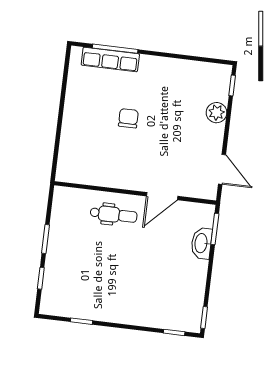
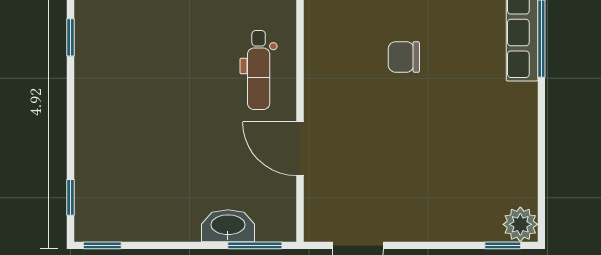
plant: (216, 113) -> (520, 224), moved
chair: (128, 118) -> (404, 57), moved, turned 180

